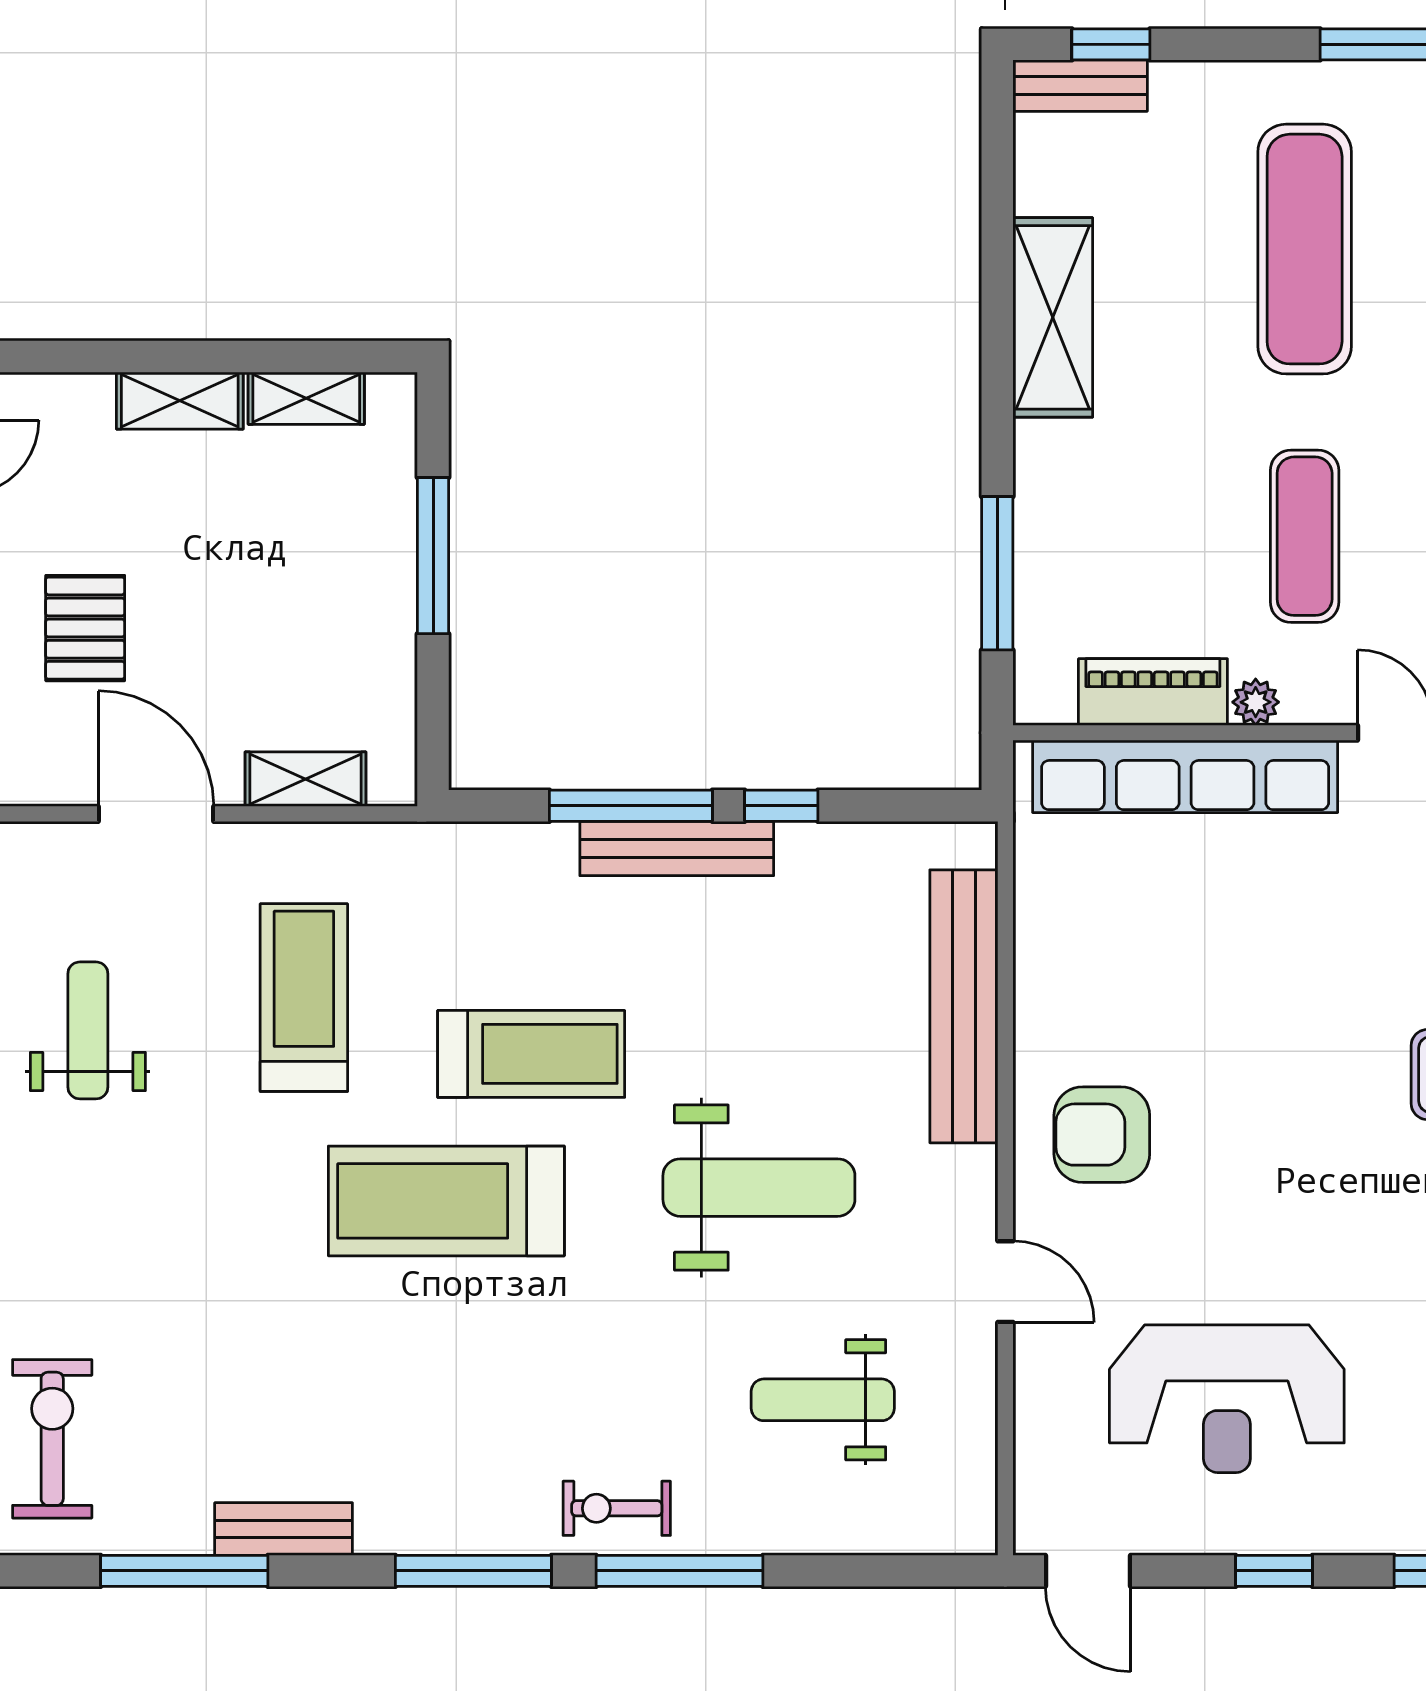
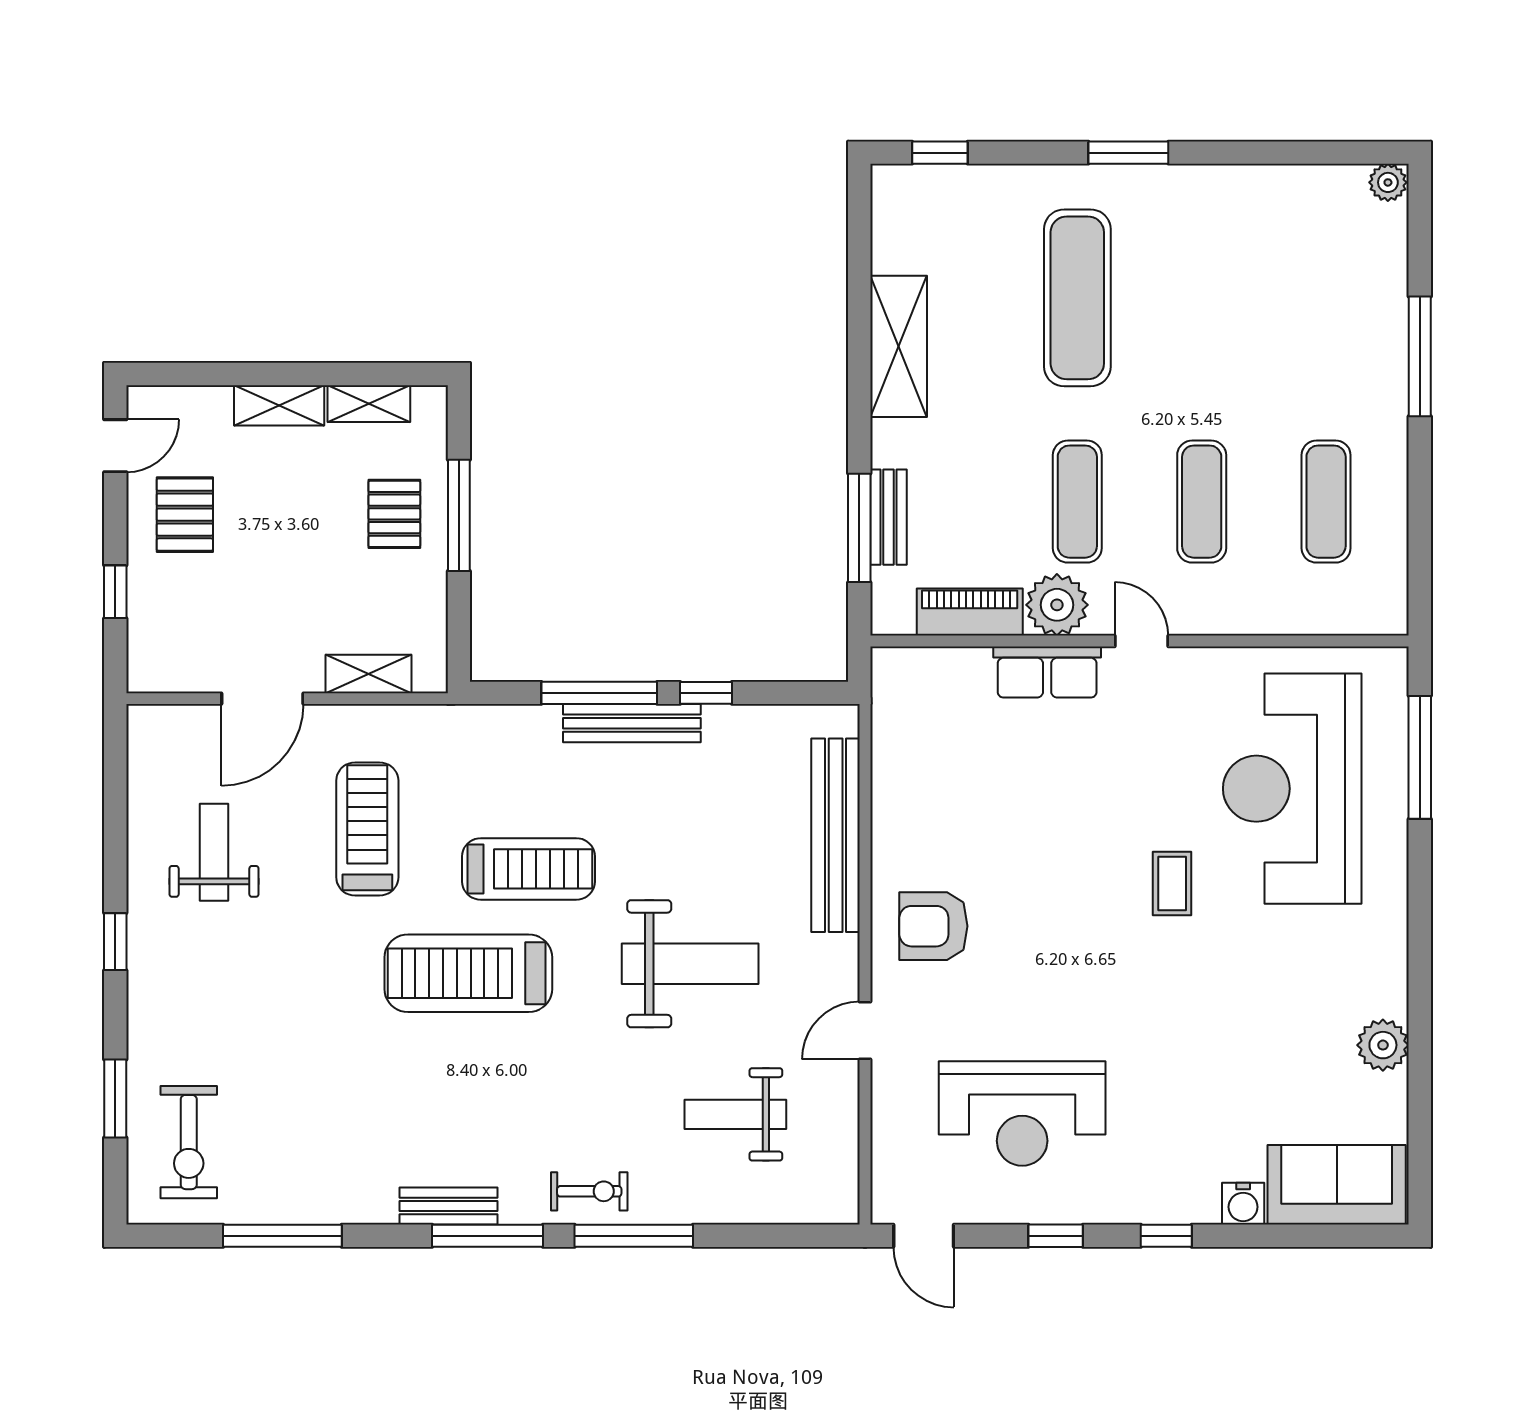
bench: (1080, 86) -> (888, 517), moved, turned 90
pallet: (342, 554) -> (394, 514), added
pallet: (85, 628) -> (185, 515), moved
plant: (1256, 702) -> (1057, 605), width x1.87, depth x1.87
row of seats: (1185, 776) -> (1047, 672), width x0.50
door: (156, 814) -> (262, 699), swing flipped
door: (1005, 1282) -> (865, 1030), swing flipped
exercise bike: (52, 1439) -> (189, 1142), turned 180
exercise bike: (617, 1508) -> (589, 1191), turned 180
bench: (284, 1529) -> (449, 1206), moved

